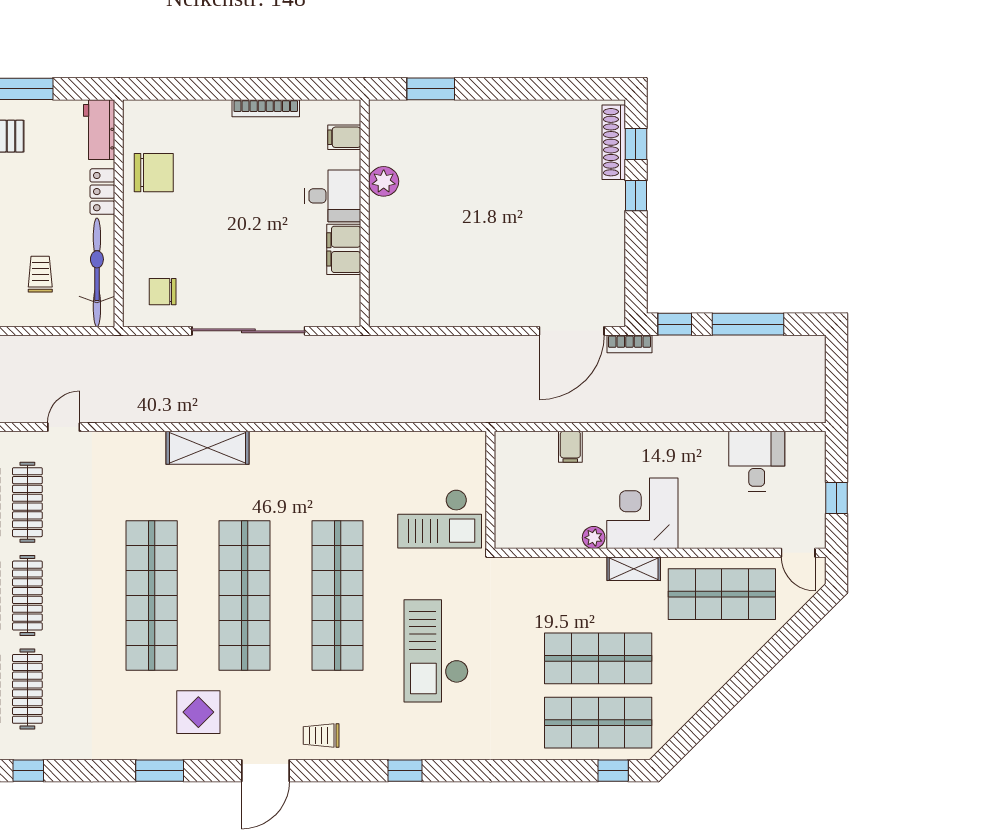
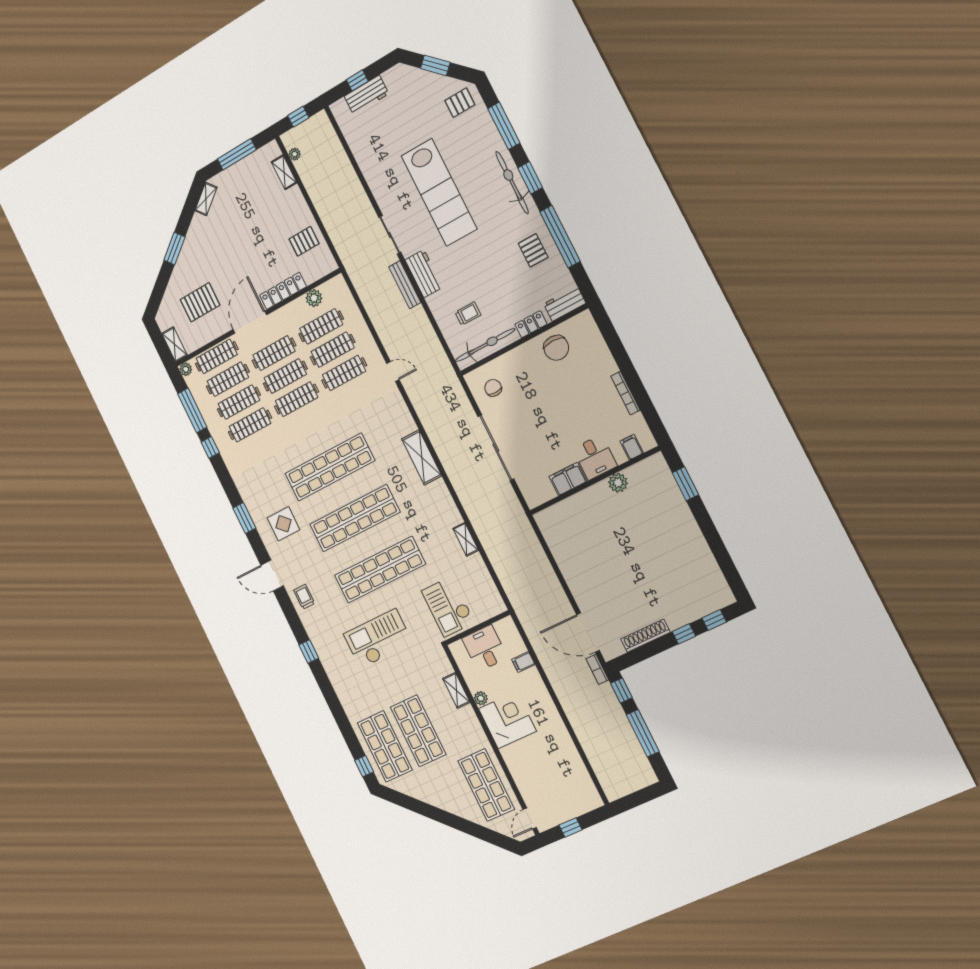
shoe rack: (614, 142) -> (645, 636), moved
shelving: (356, 442) -> (466, 539), added
desk: (757, 461) -> (485, 648), moved, turned -90
shelving: (634, 569) -> (456, 690), moved

